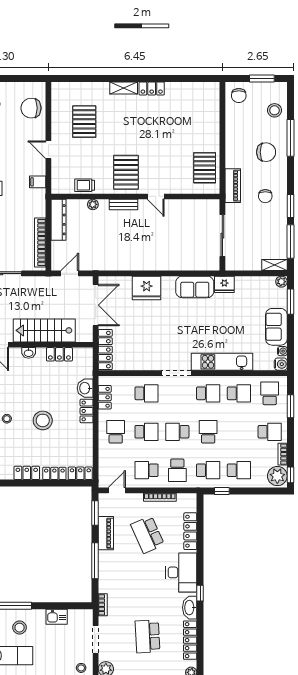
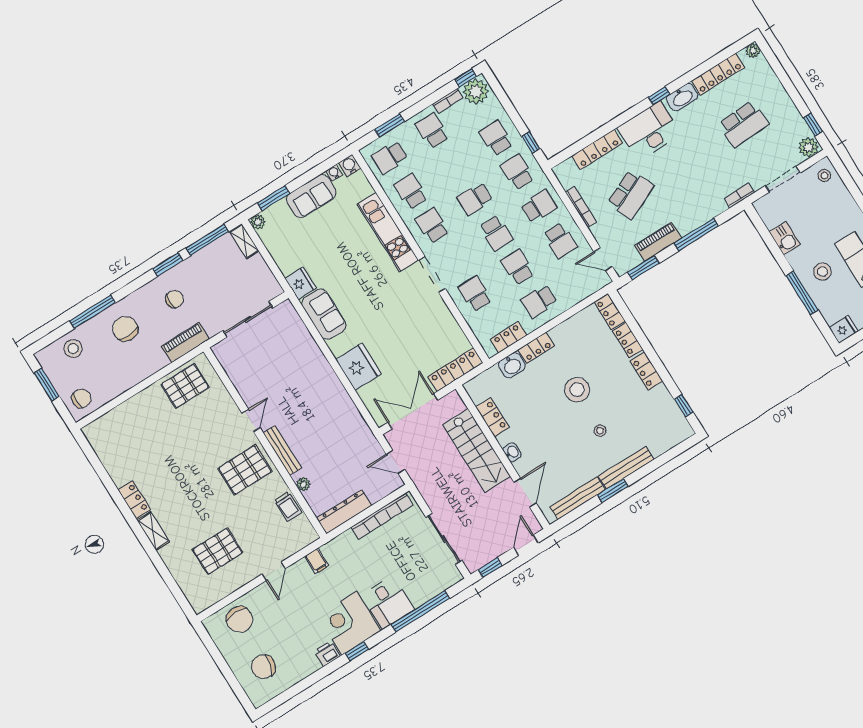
bench: (123, 205) -> (282, 450), width x1.36

